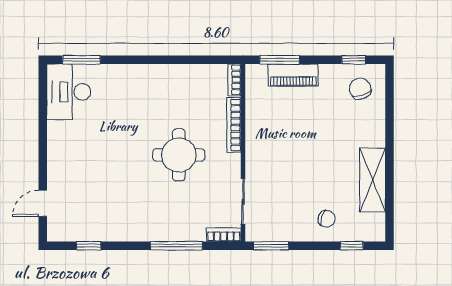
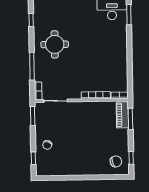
piano: (293, 75) -> (122, 115), moved
round table: (179, 155) -> (55, 44), moved
shelving: (373, 180) -> (68, 169), removed

